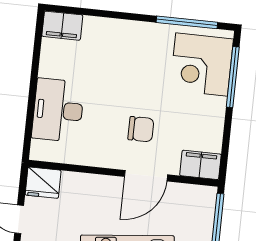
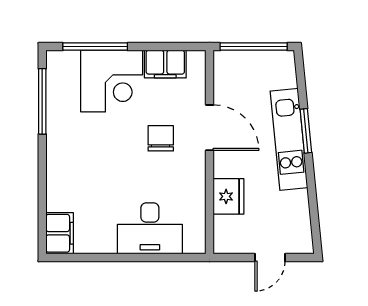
corner desk: (202, 64) -> (112, 81), moved
filing cabinet: (200, 165) -> (165, 64), moved, turned -90
fridge: (43, 183) -> (228, 196), moved

